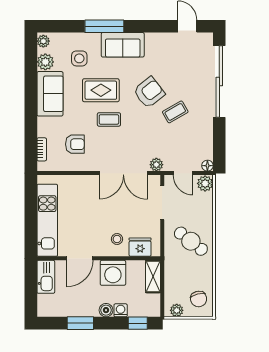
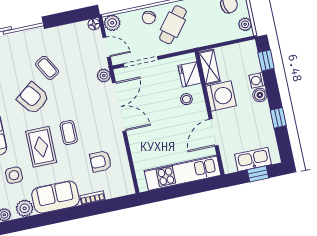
armchair: (75, 144) -> (101, 161), turned -90
bookcase: (42, 149) -> (92, 198), moved
door: (183, 173) -> (107, 47), hinge flipped
chair: (203, 220) -> (149, 18), added
door: (80, 258) -> (214, 132), swing flipped
kitchen sink: (46, 277) -> (253, 159), moved
shelving: (153, 277) -> (209, 67), moved, turned 90
window: (31, 292) -> (258, 174), added
window: (80, 323) -> (278, 118), width x0.67

